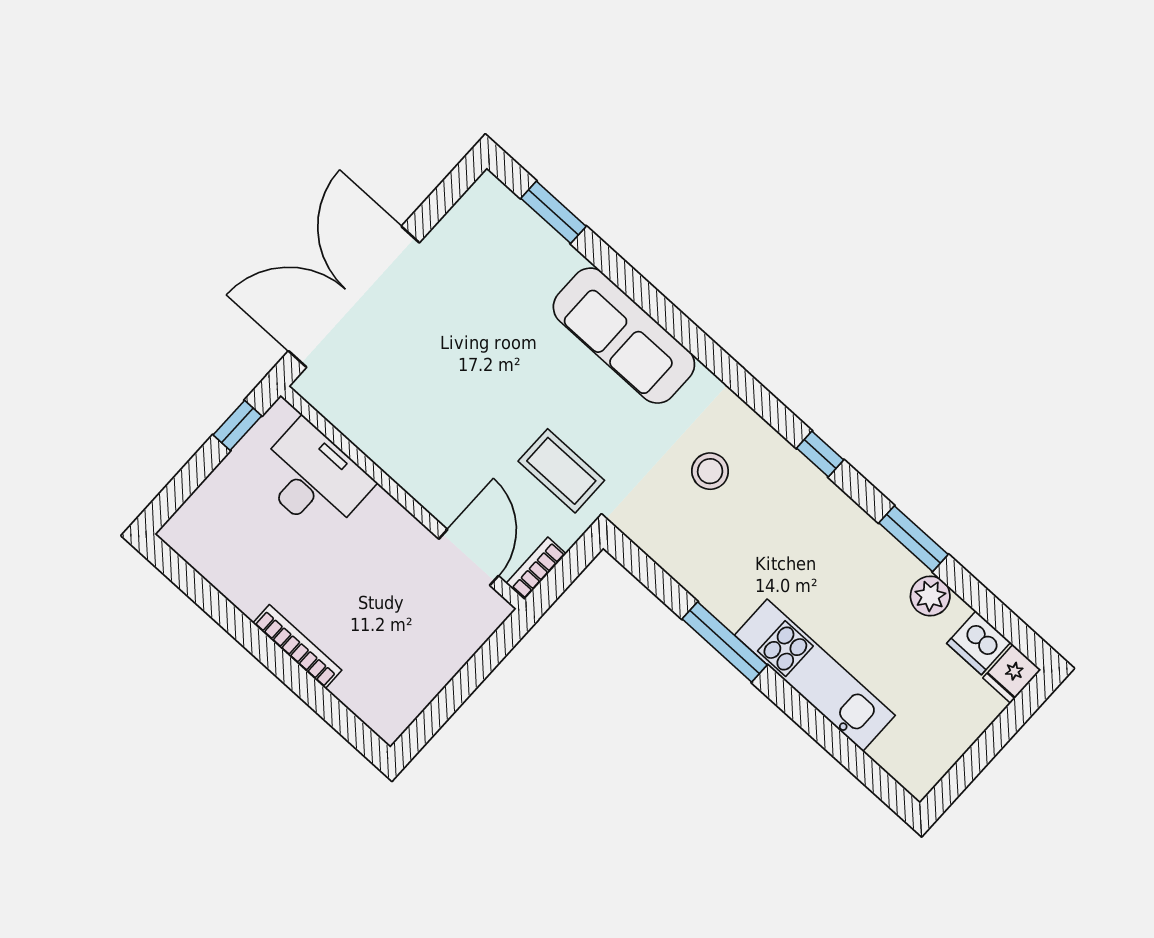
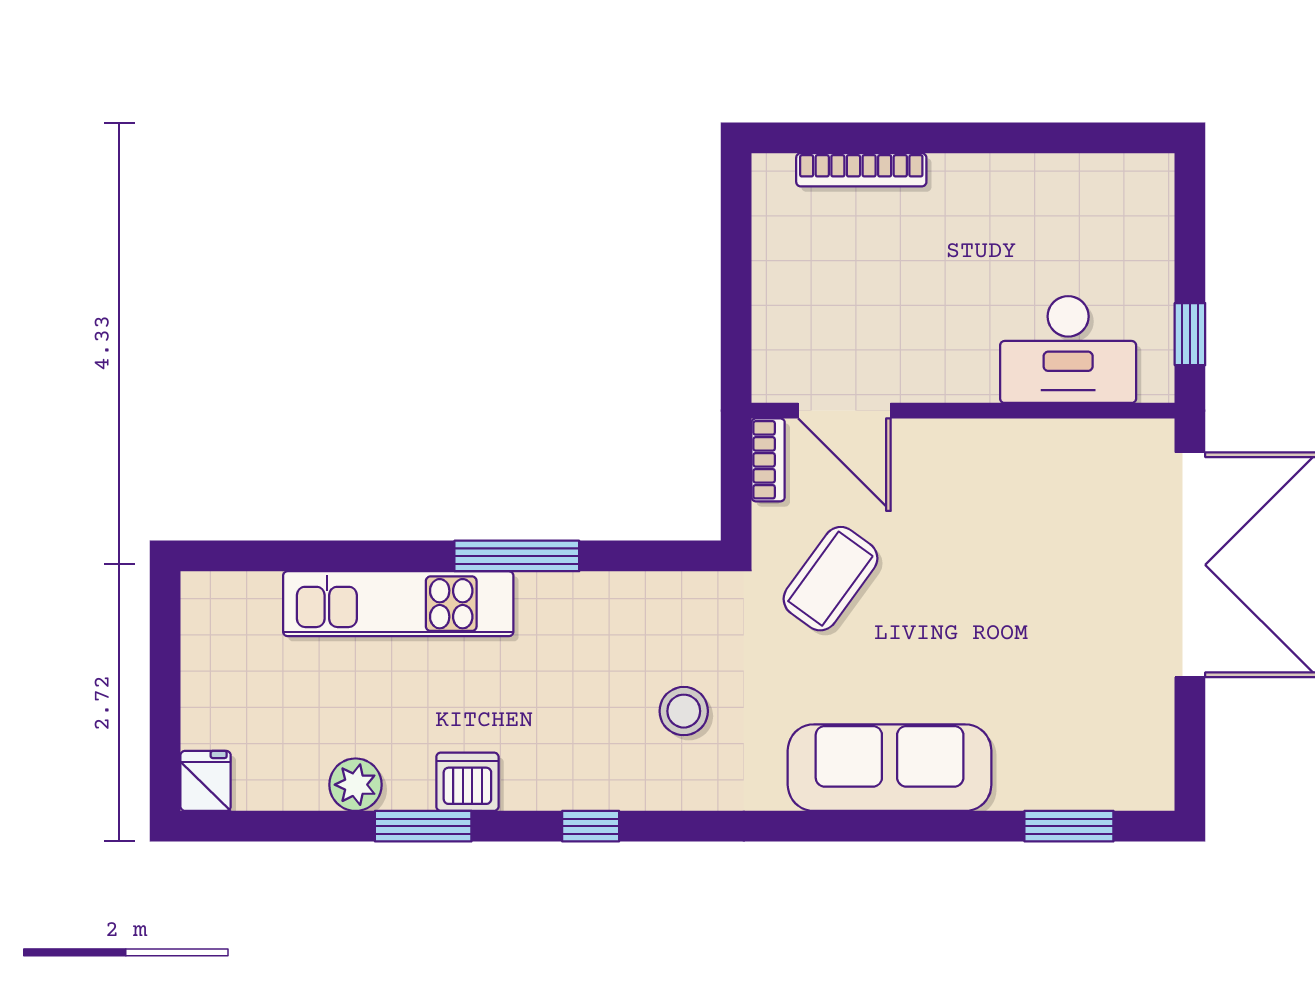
coffee table: (561, 471) -> (830, 579), turned -54
dishwasher: (979, 643) -> (467, 782), moved
bookcase: (297, 647) -> (861, 170), moved

